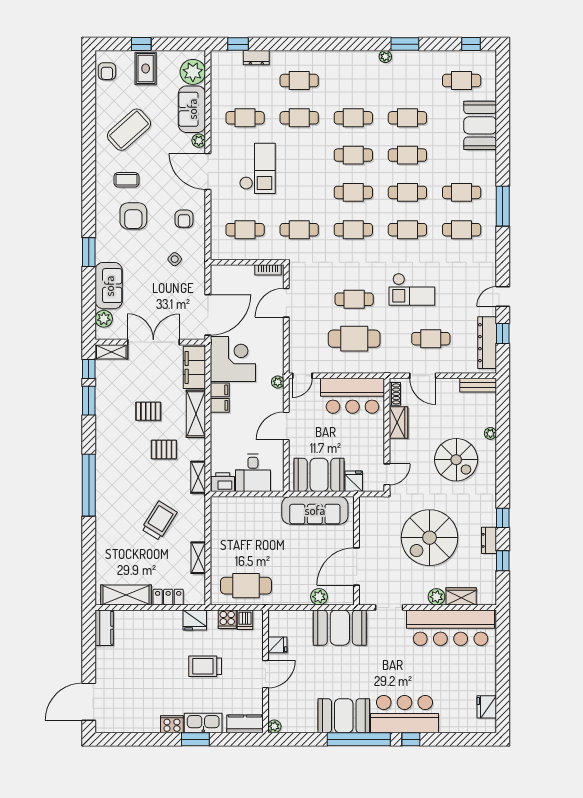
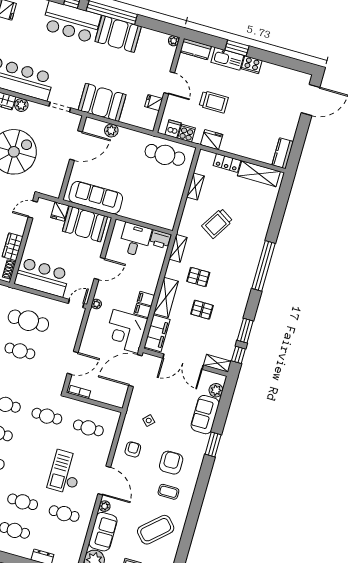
door: (265, 674) -> (169, 83), swing flipped

